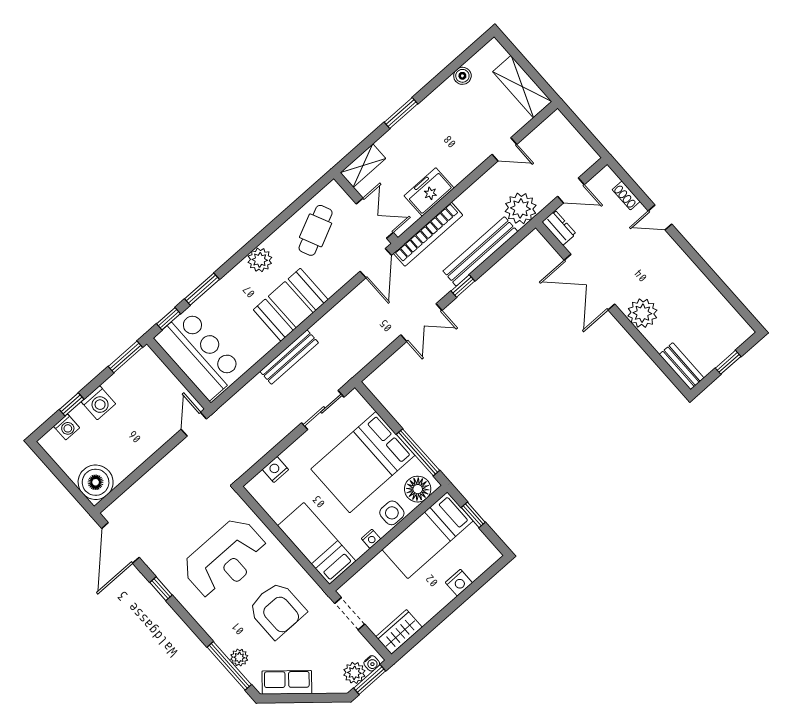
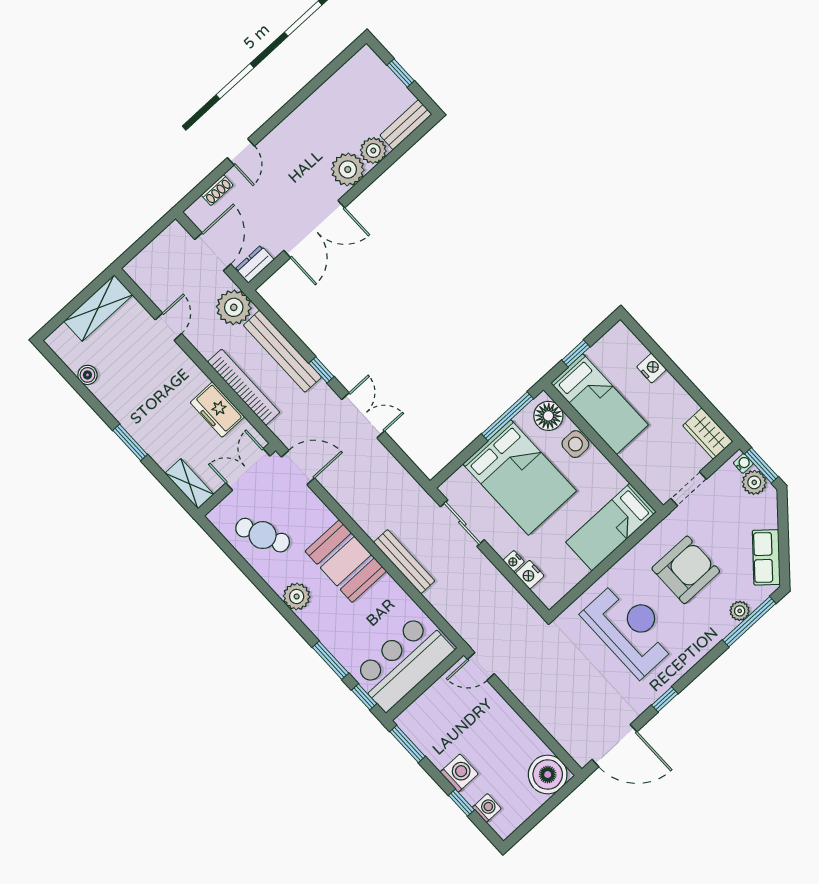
door: (571, 190) -> (213, 252), width x1.38
bookcase: (428, 234) -> (244, 387), moved
plant: (659, 336) -> (373, 151), added
nightstand: (371, 539) -> (514, 561), moved, turned 180

